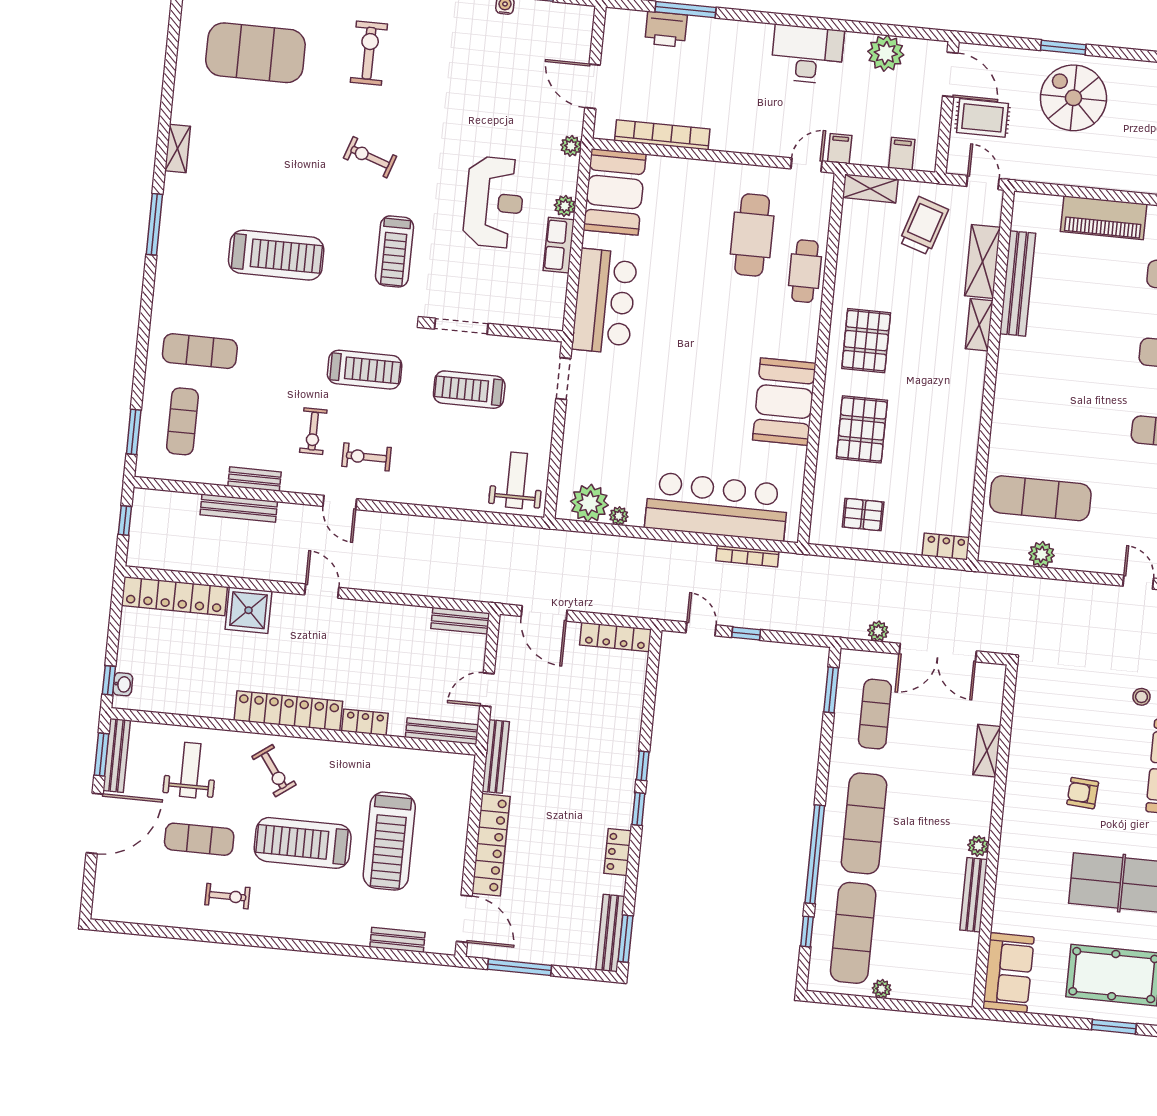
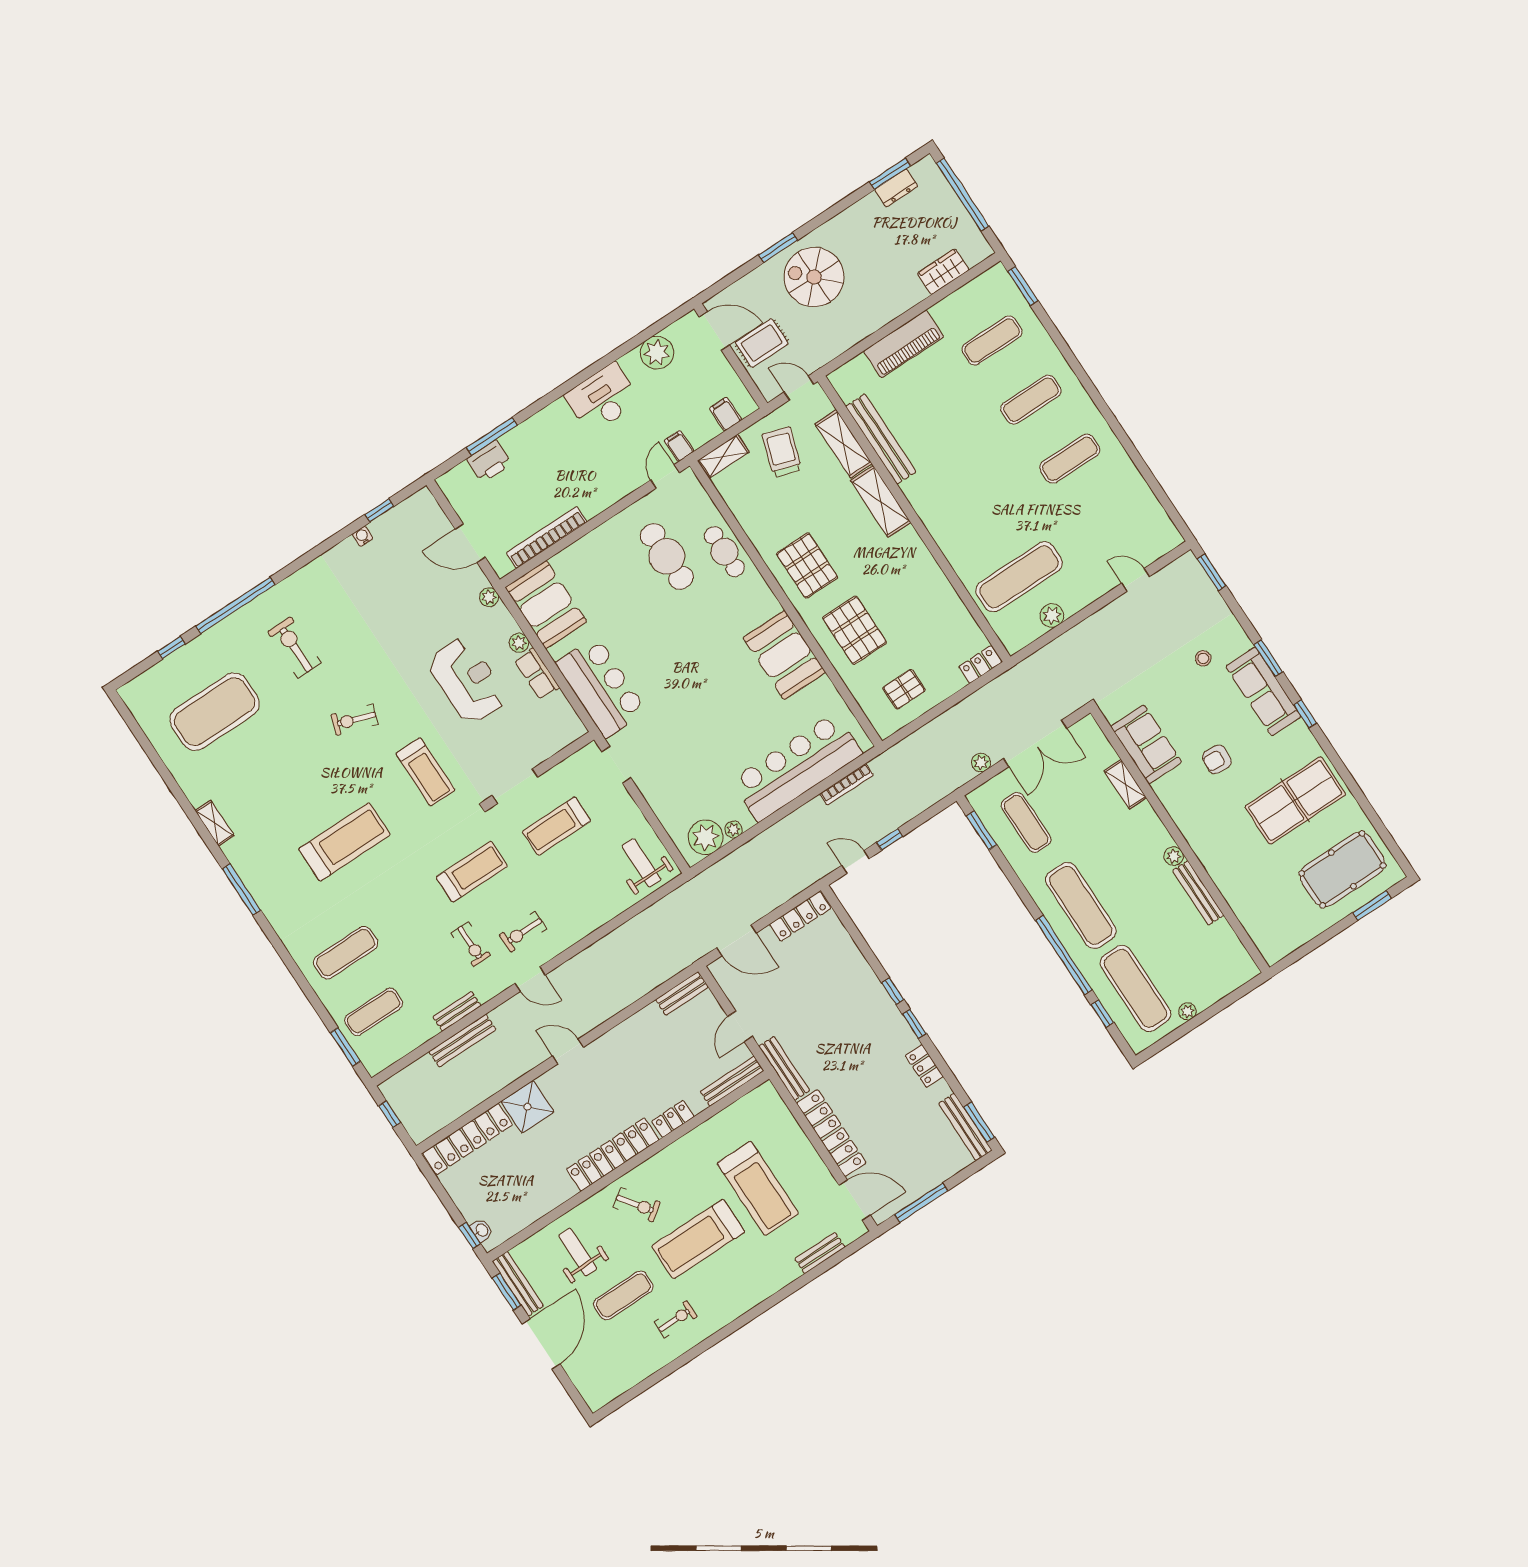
shelving: (979, 325) -> (881, 501), width x1.50, depth x1.33
exercise mat: (182, 421) -> (374, 1012), turned 90
sofa: (1008, 973) -> (1146, 744), moved

